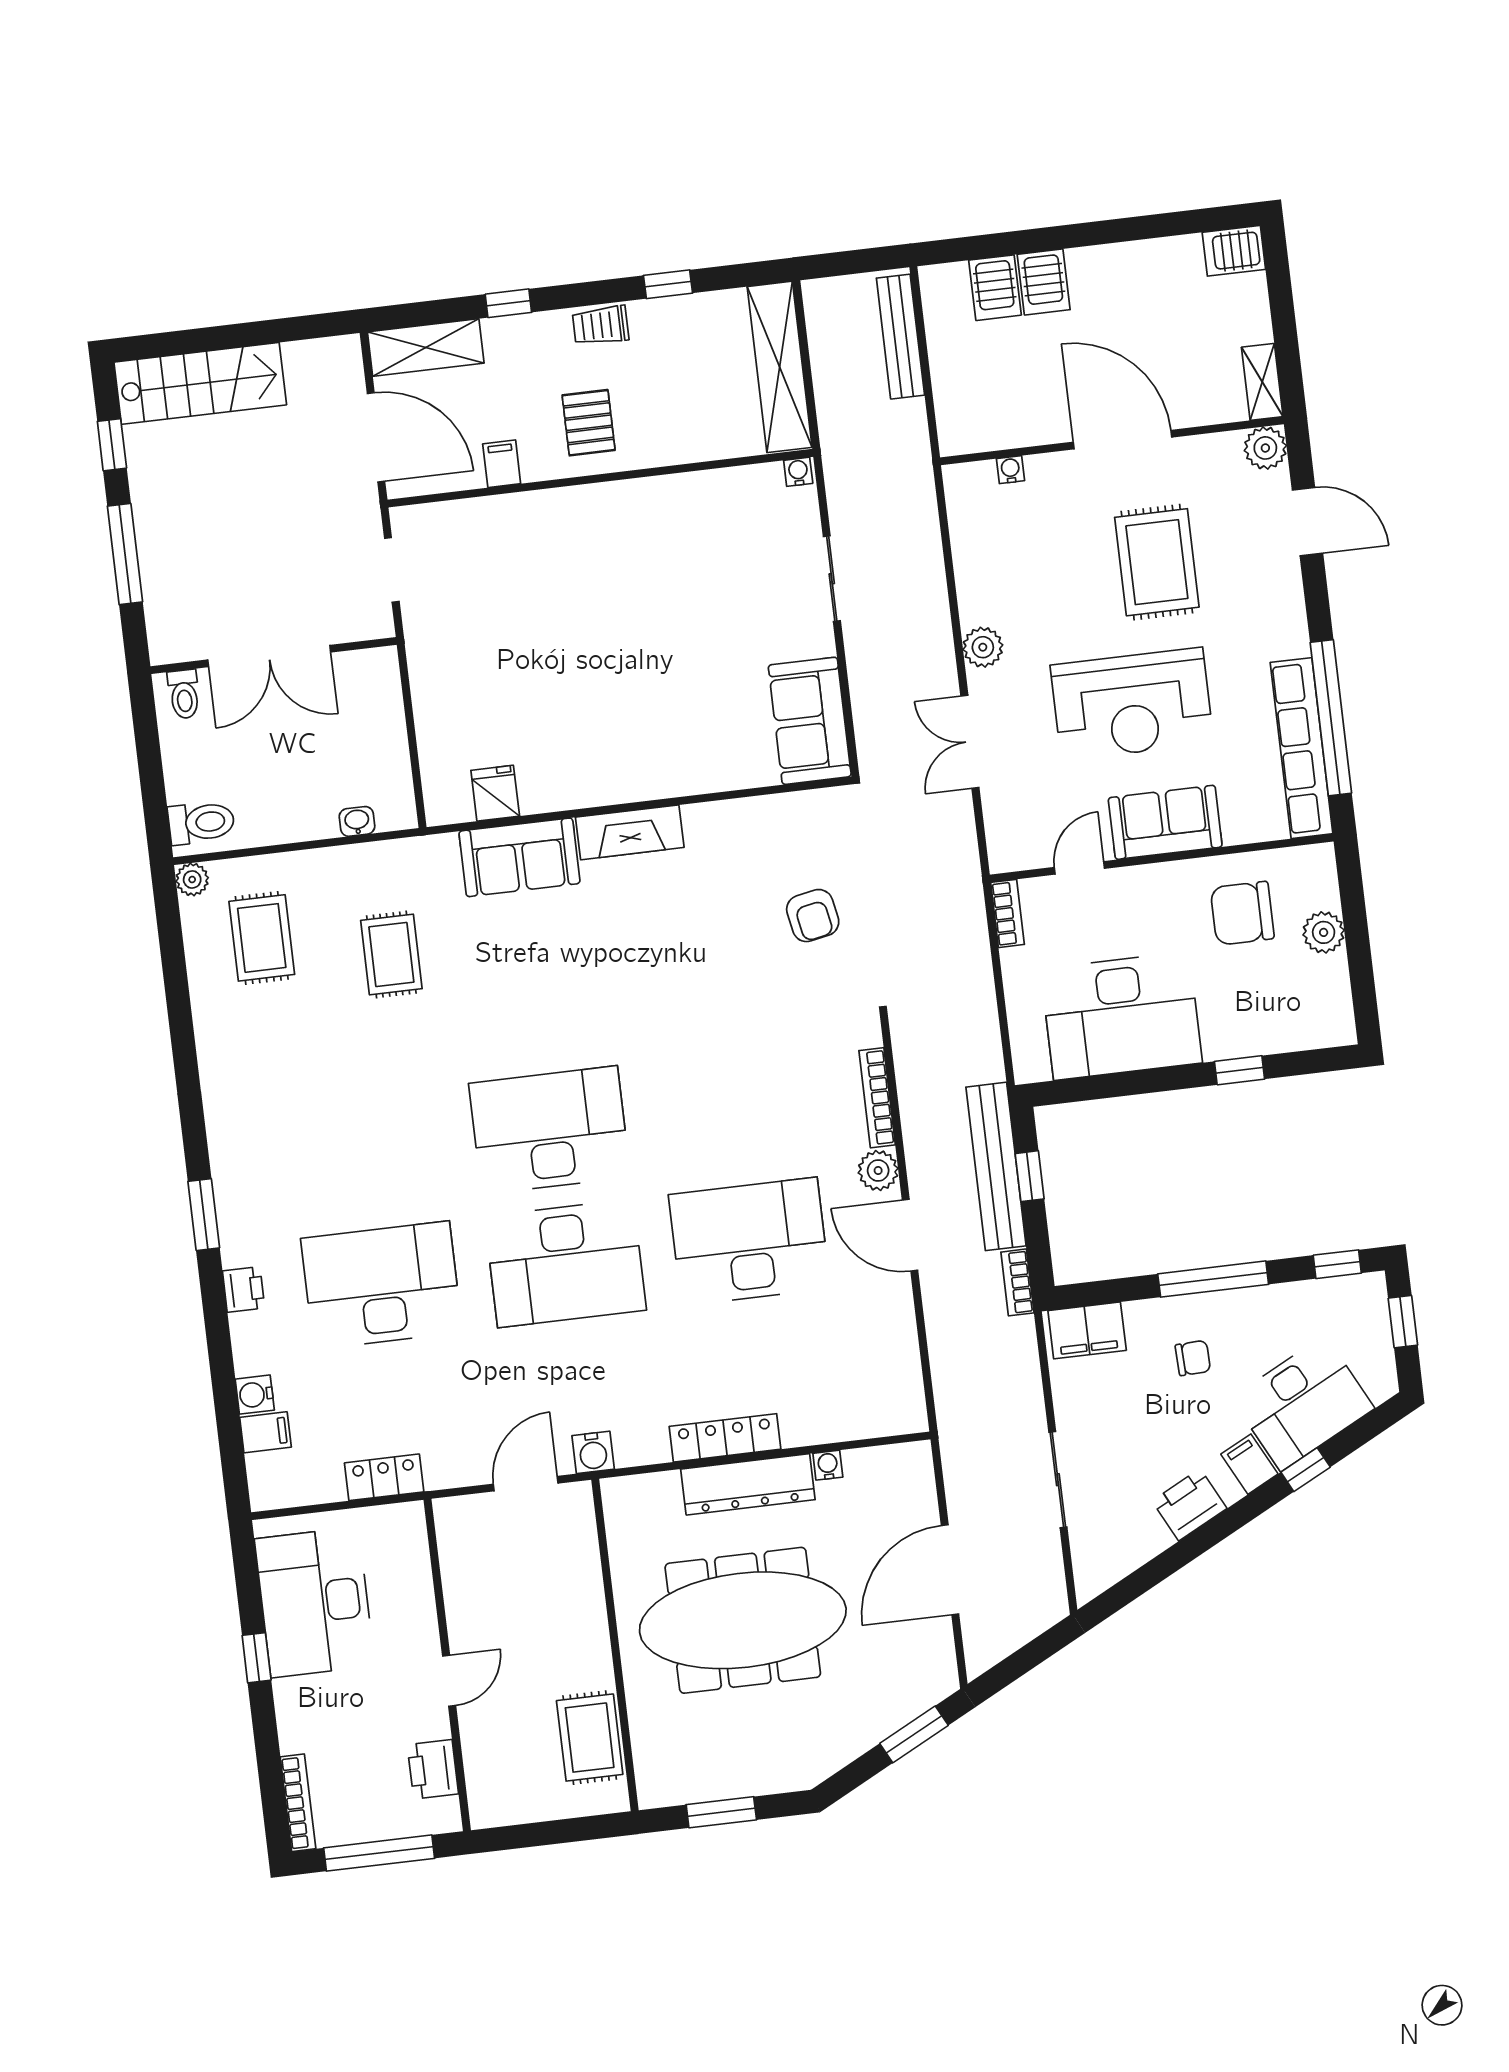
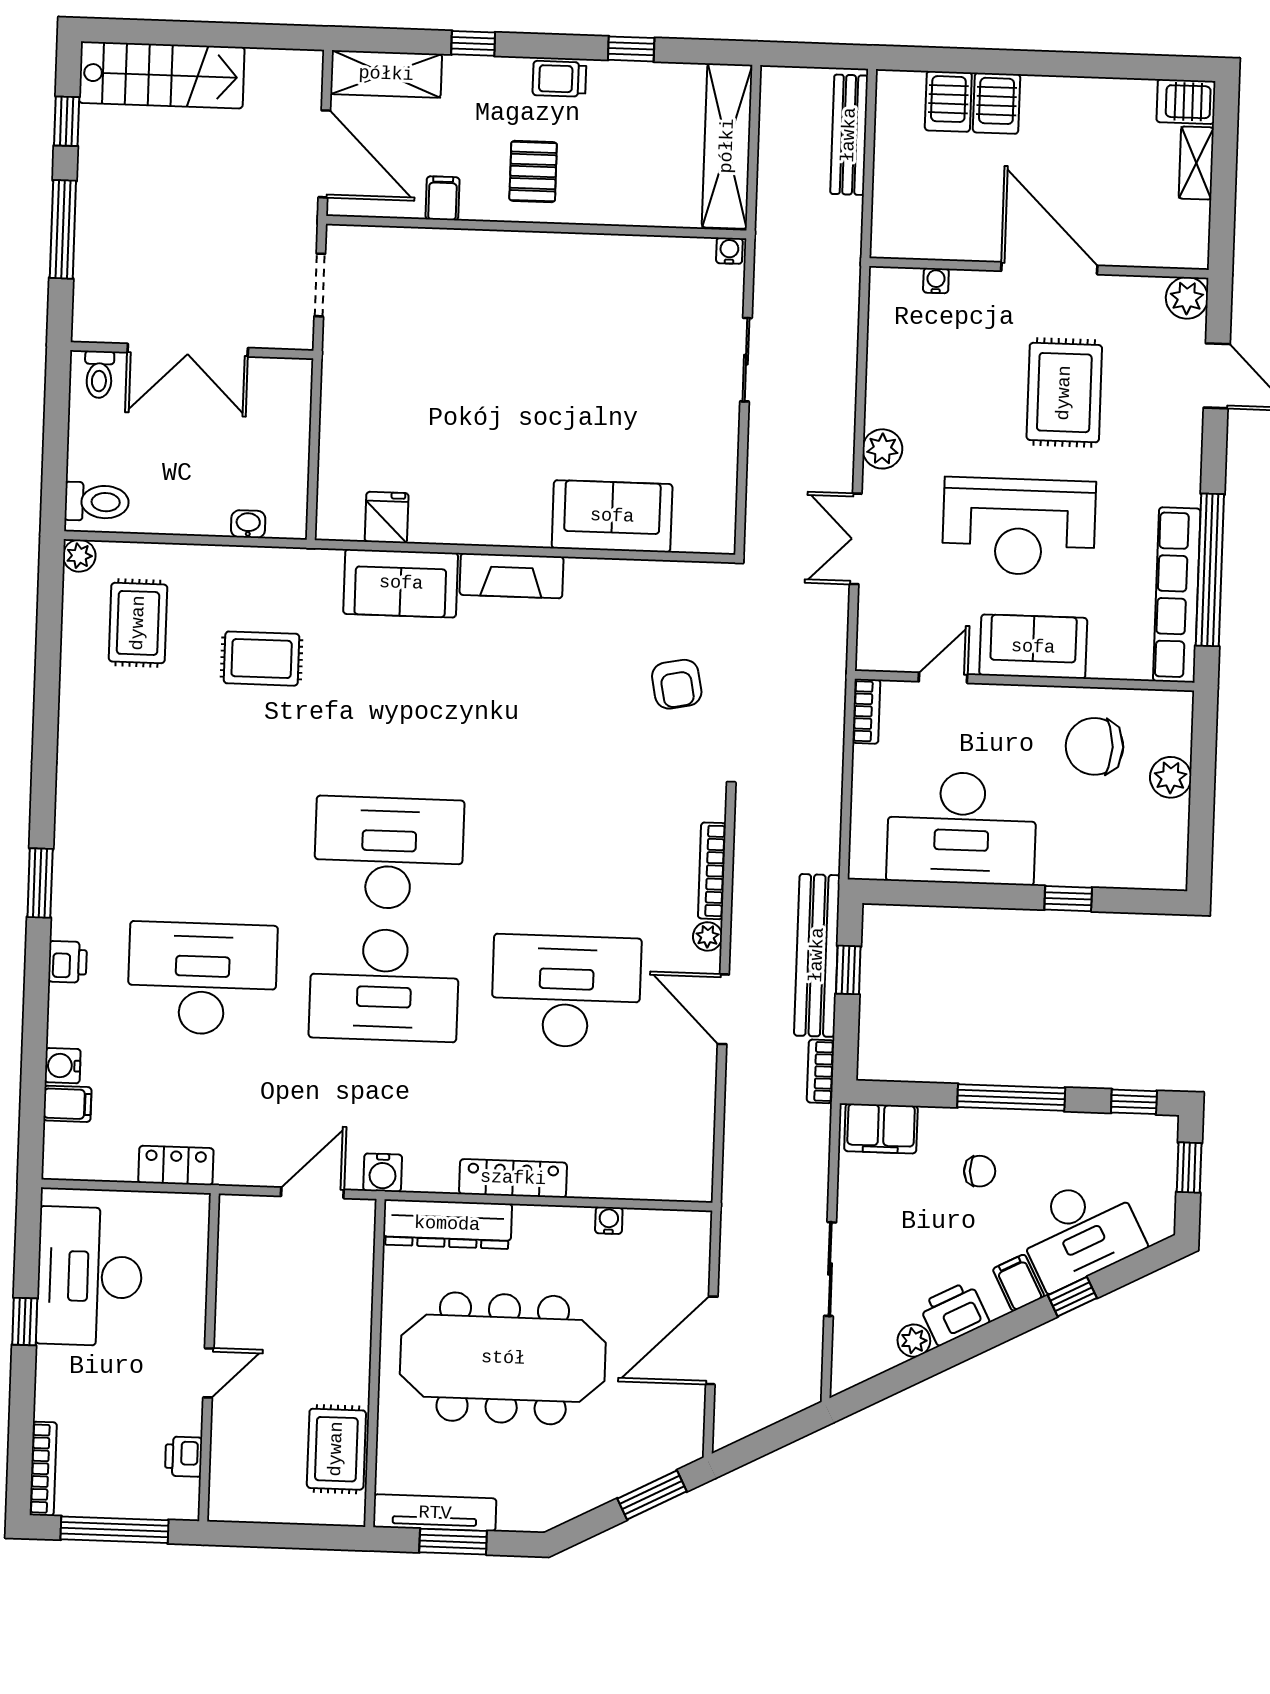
shelving: (1262, 382) -> (1196, 163), moved
sofa: (810, 721) -> (612, 516), moved, turned 90
rug: (391, 955) -> (262, 659), turned 90
plant: (878, 1170) -> (708, 936), width x0.73, depth x0.73
dresser: (748, 1484) -> (447, 1224), moved
plant: (1153, 1539) -> (914, 1341), added
printer: (433, 1769) -> (184, 1457), width x0.73, depth x0.81
tv unit: (698, 1786) -> (435, 1513), added

